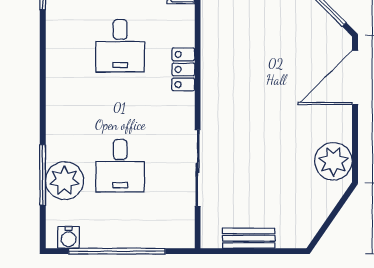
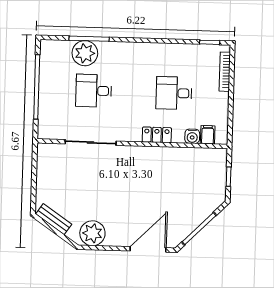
door: (355, 77) -> (148, 249), hinge flipped
water cooler: (69, 237) -> (192, 136), moved, turned -90
bench: (249, 238) -> (54, 219), moved, turned -55

